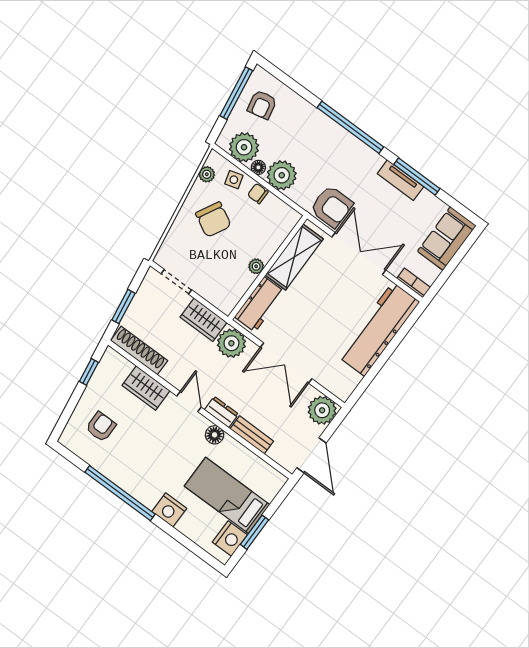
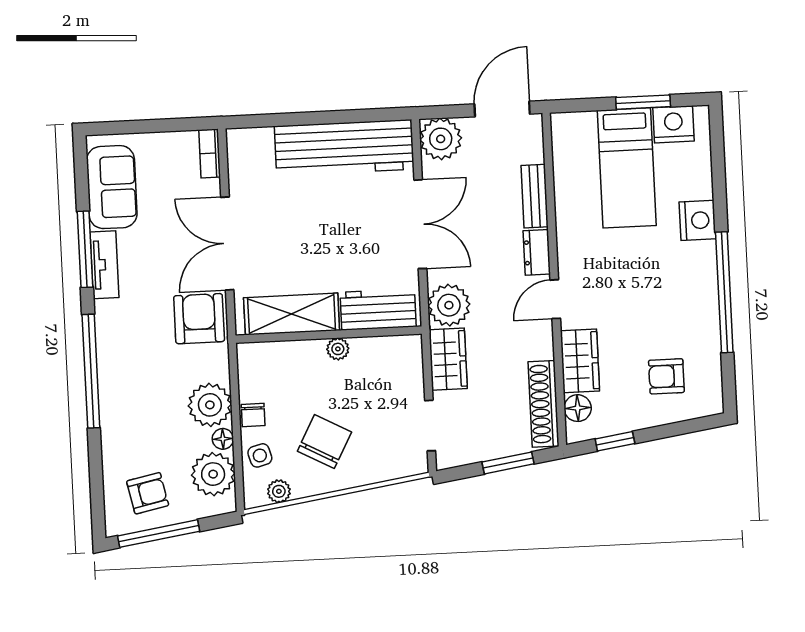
sofa: (447, 238) -> (112, 187), moved, turned -90
workbench: (379, 329) -> (344, 148), moved
floor lamp: (215, 435) -> (578, 408), moved

